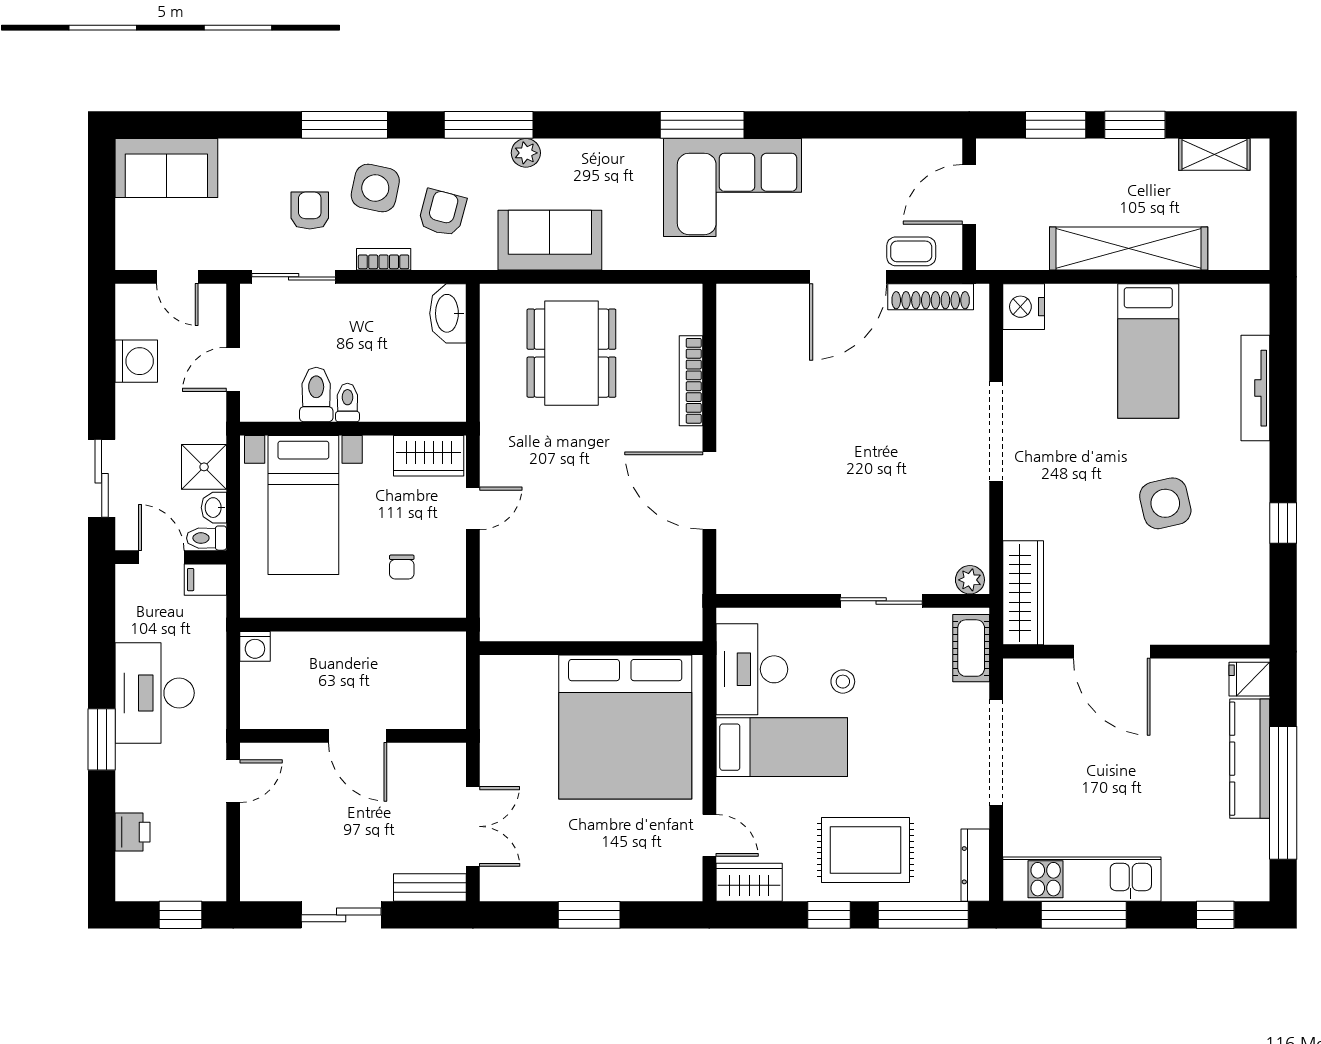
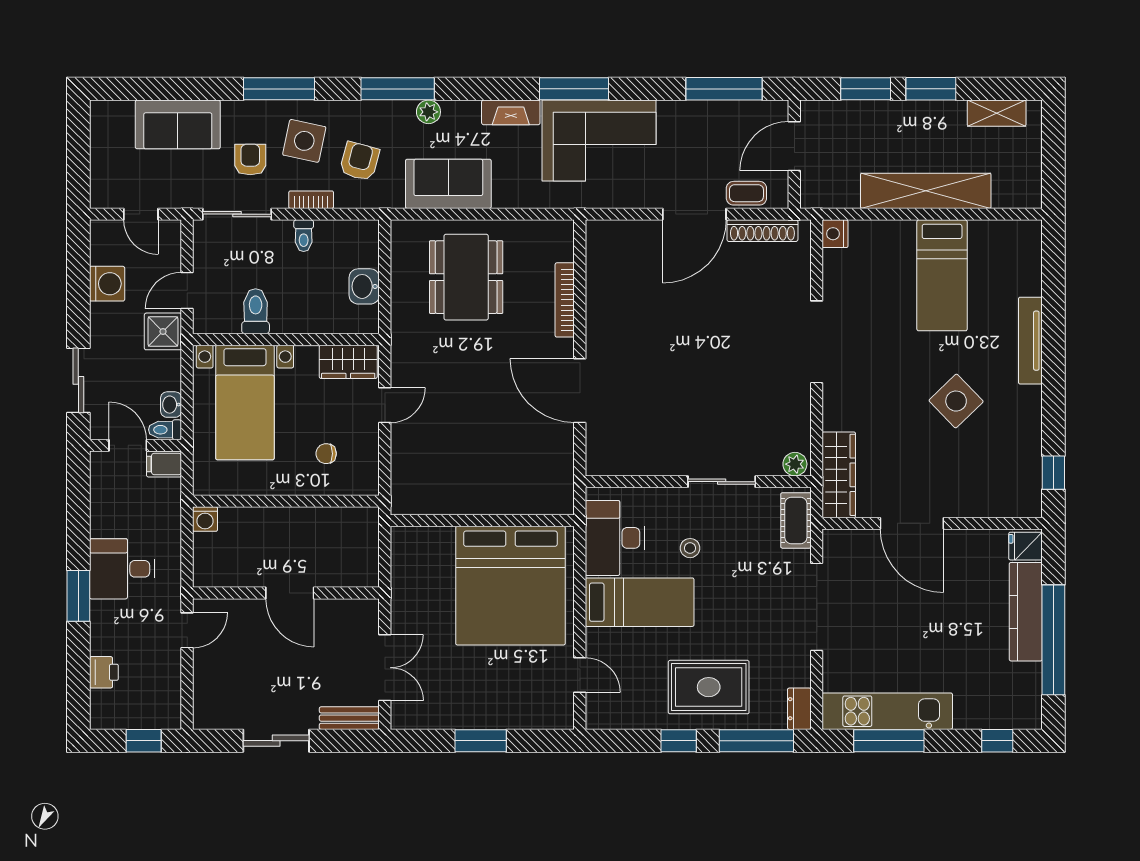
window: (884, 125) -> (724, 89), added
fireplace: (626, 153) -> (511, 112), added
sofa: (166, 168) -> (178, 124), moved
nightstand: (1024, 307) -> (835, 234), width x0.74, depth x0.75
washbasin: (448, 313) -> (364, 286), moved, width x0.72
tv unit: (1255, 388) -> (1030, 341), moved
toilet: (347, 403) -> (304, 236), moved, turned 180
shower: (204, 467) -> (163, 331), moved
side table: (1165, 503) -> (956, 401), turned -31
window: (1283, 523) -> (1053, 473), moved
chair: (402, 567) -> (326, 454), turned 90
desk: (155, 693) -> (122, 569), width x0.73
dresser: (975, 865) -> (799, 709), width x0.70
wardrobe: (749, 882) -> (613, 714), removed

